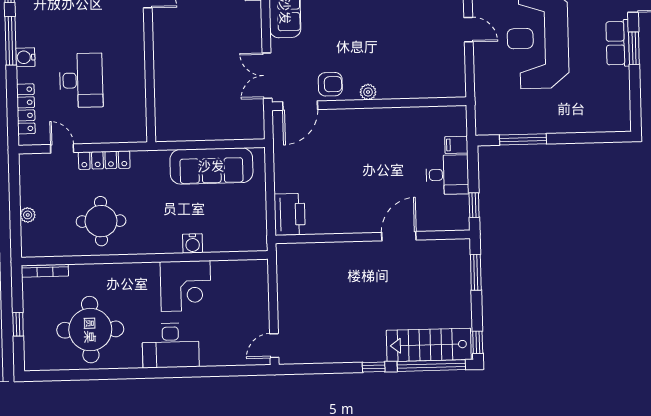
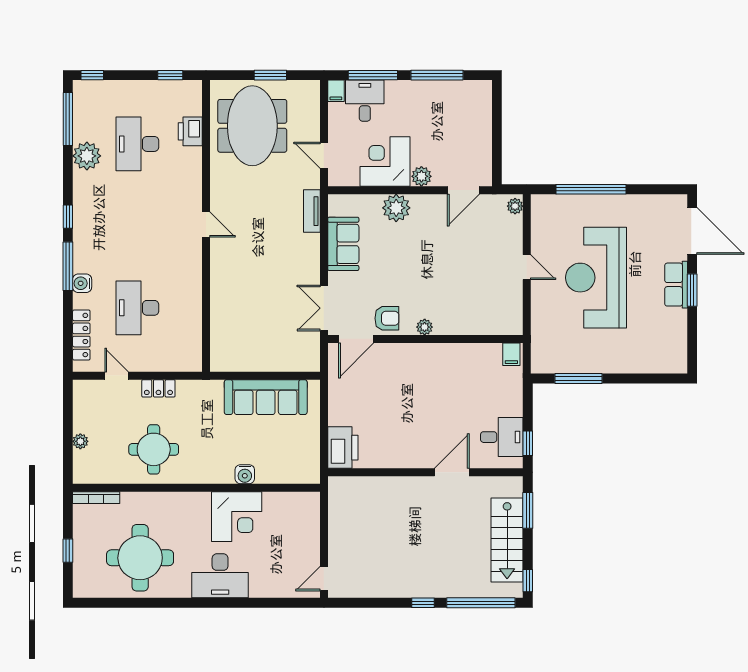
desk: (81, 80) -> (137, 308), turned 180
filing cabinet: (456, 145) -> (511, 354), moved, turned -90
locker: (104, 160) -> (158, 388), width x0.66
desk: (447, 175) -> (502, 437), moved
stairs: (429, 345) -> (507, 540), moved, turned -90

